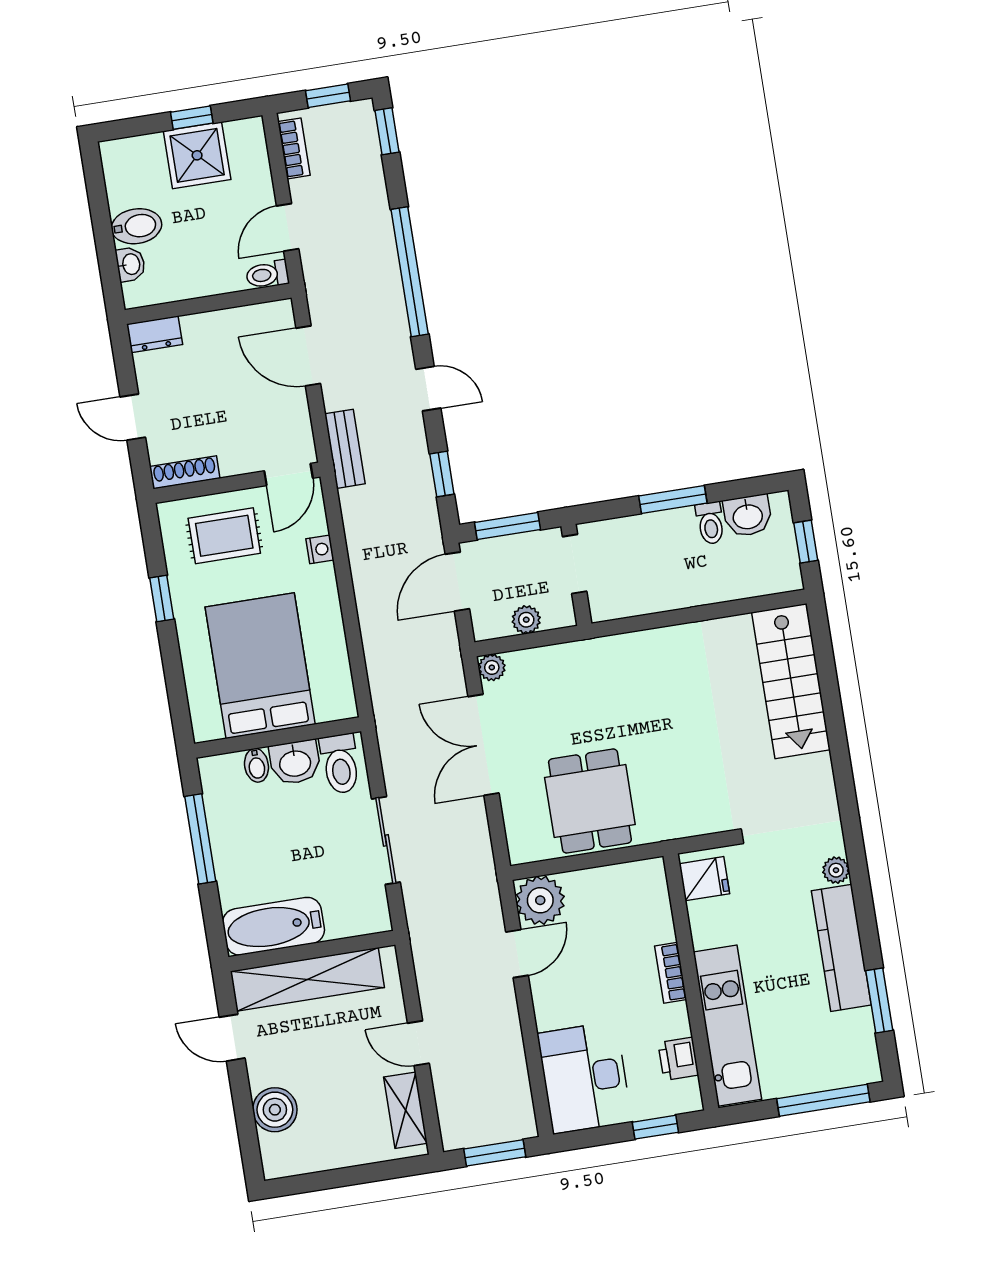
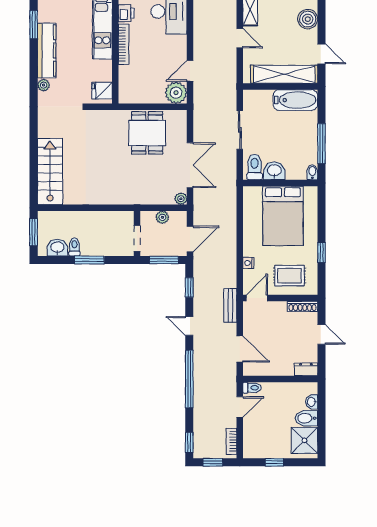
shower: (197, 155) -> (304, 440), moved
window: (806, 542) -> (34, 232), width x1.50
bidet: (256, 765) -> (312, 172), moved
bookcase: (671, 973) -> (124, 44), width x1.56

